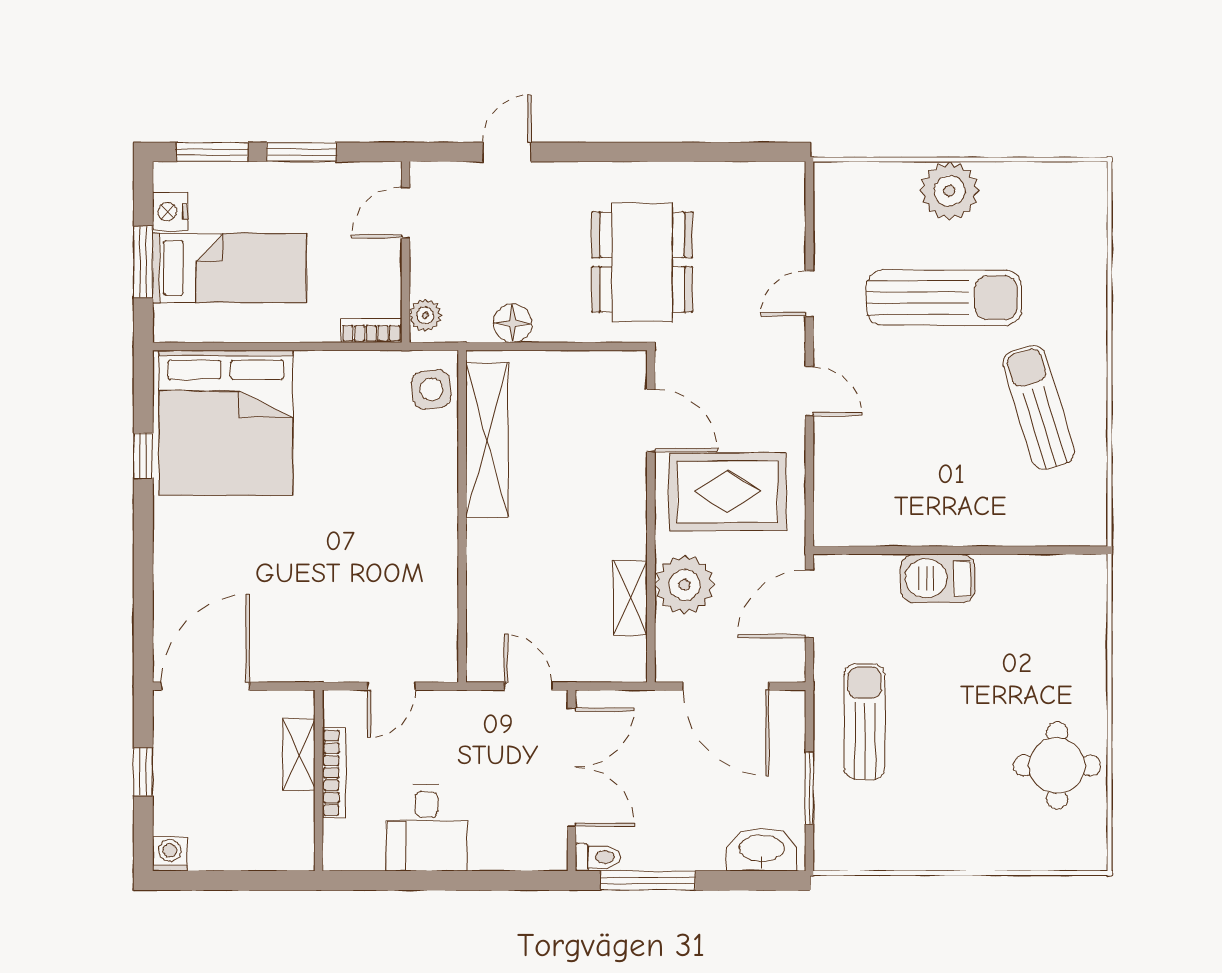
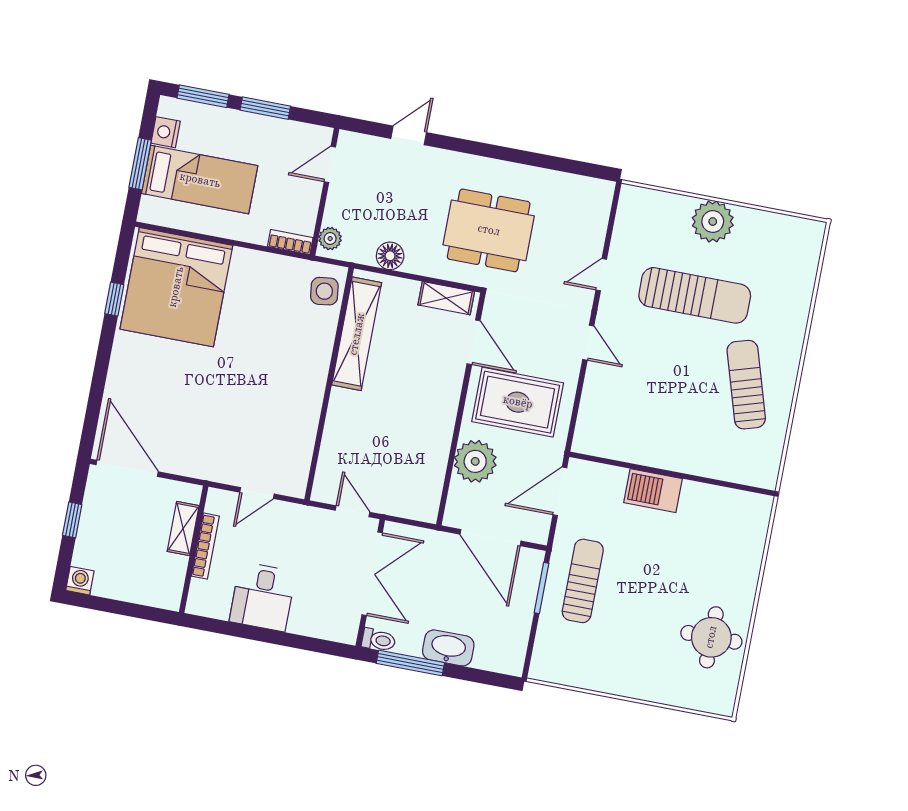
dining table: (642, 262) -> (489, 230), turned 90
shelving: (630, 598) -> (446, 298), moved, turned 90
door: (205, 686) -> (127, 468), hinge flipped
window: (809, 788) -> (541, 588), moved
washbasin: (762, 850) -> (448, 648), moved

